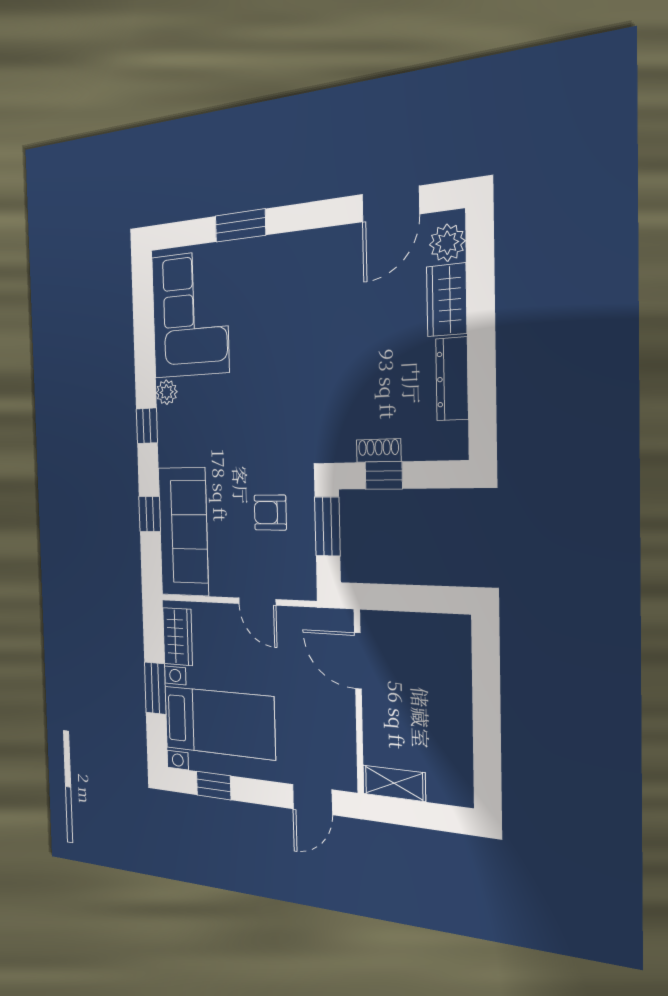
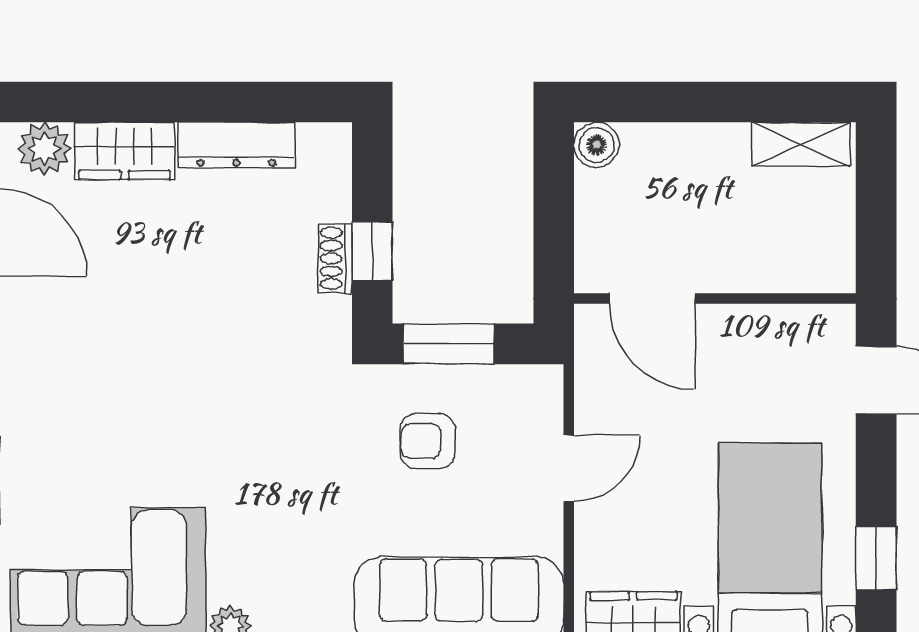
armchair: (270, 513) -> (428, 441), turned 90
boiler: (456, 630) -> (597, 145), added
door: (358, 661) -> (652, 299), hinge flipped
shelving: (394, 783) -> (801, 144), moved, turned 90

